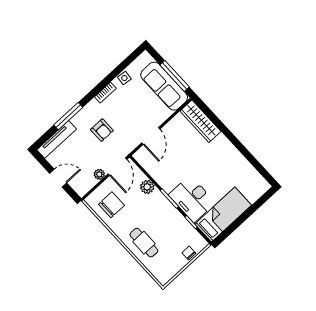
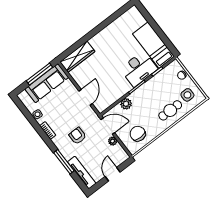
armchair: (102, 130) -> (77, 136), turned -90
door: (151, 136) -> (86, 97), hinge flipped
side table: (165, 262) -> (187, 95), added

